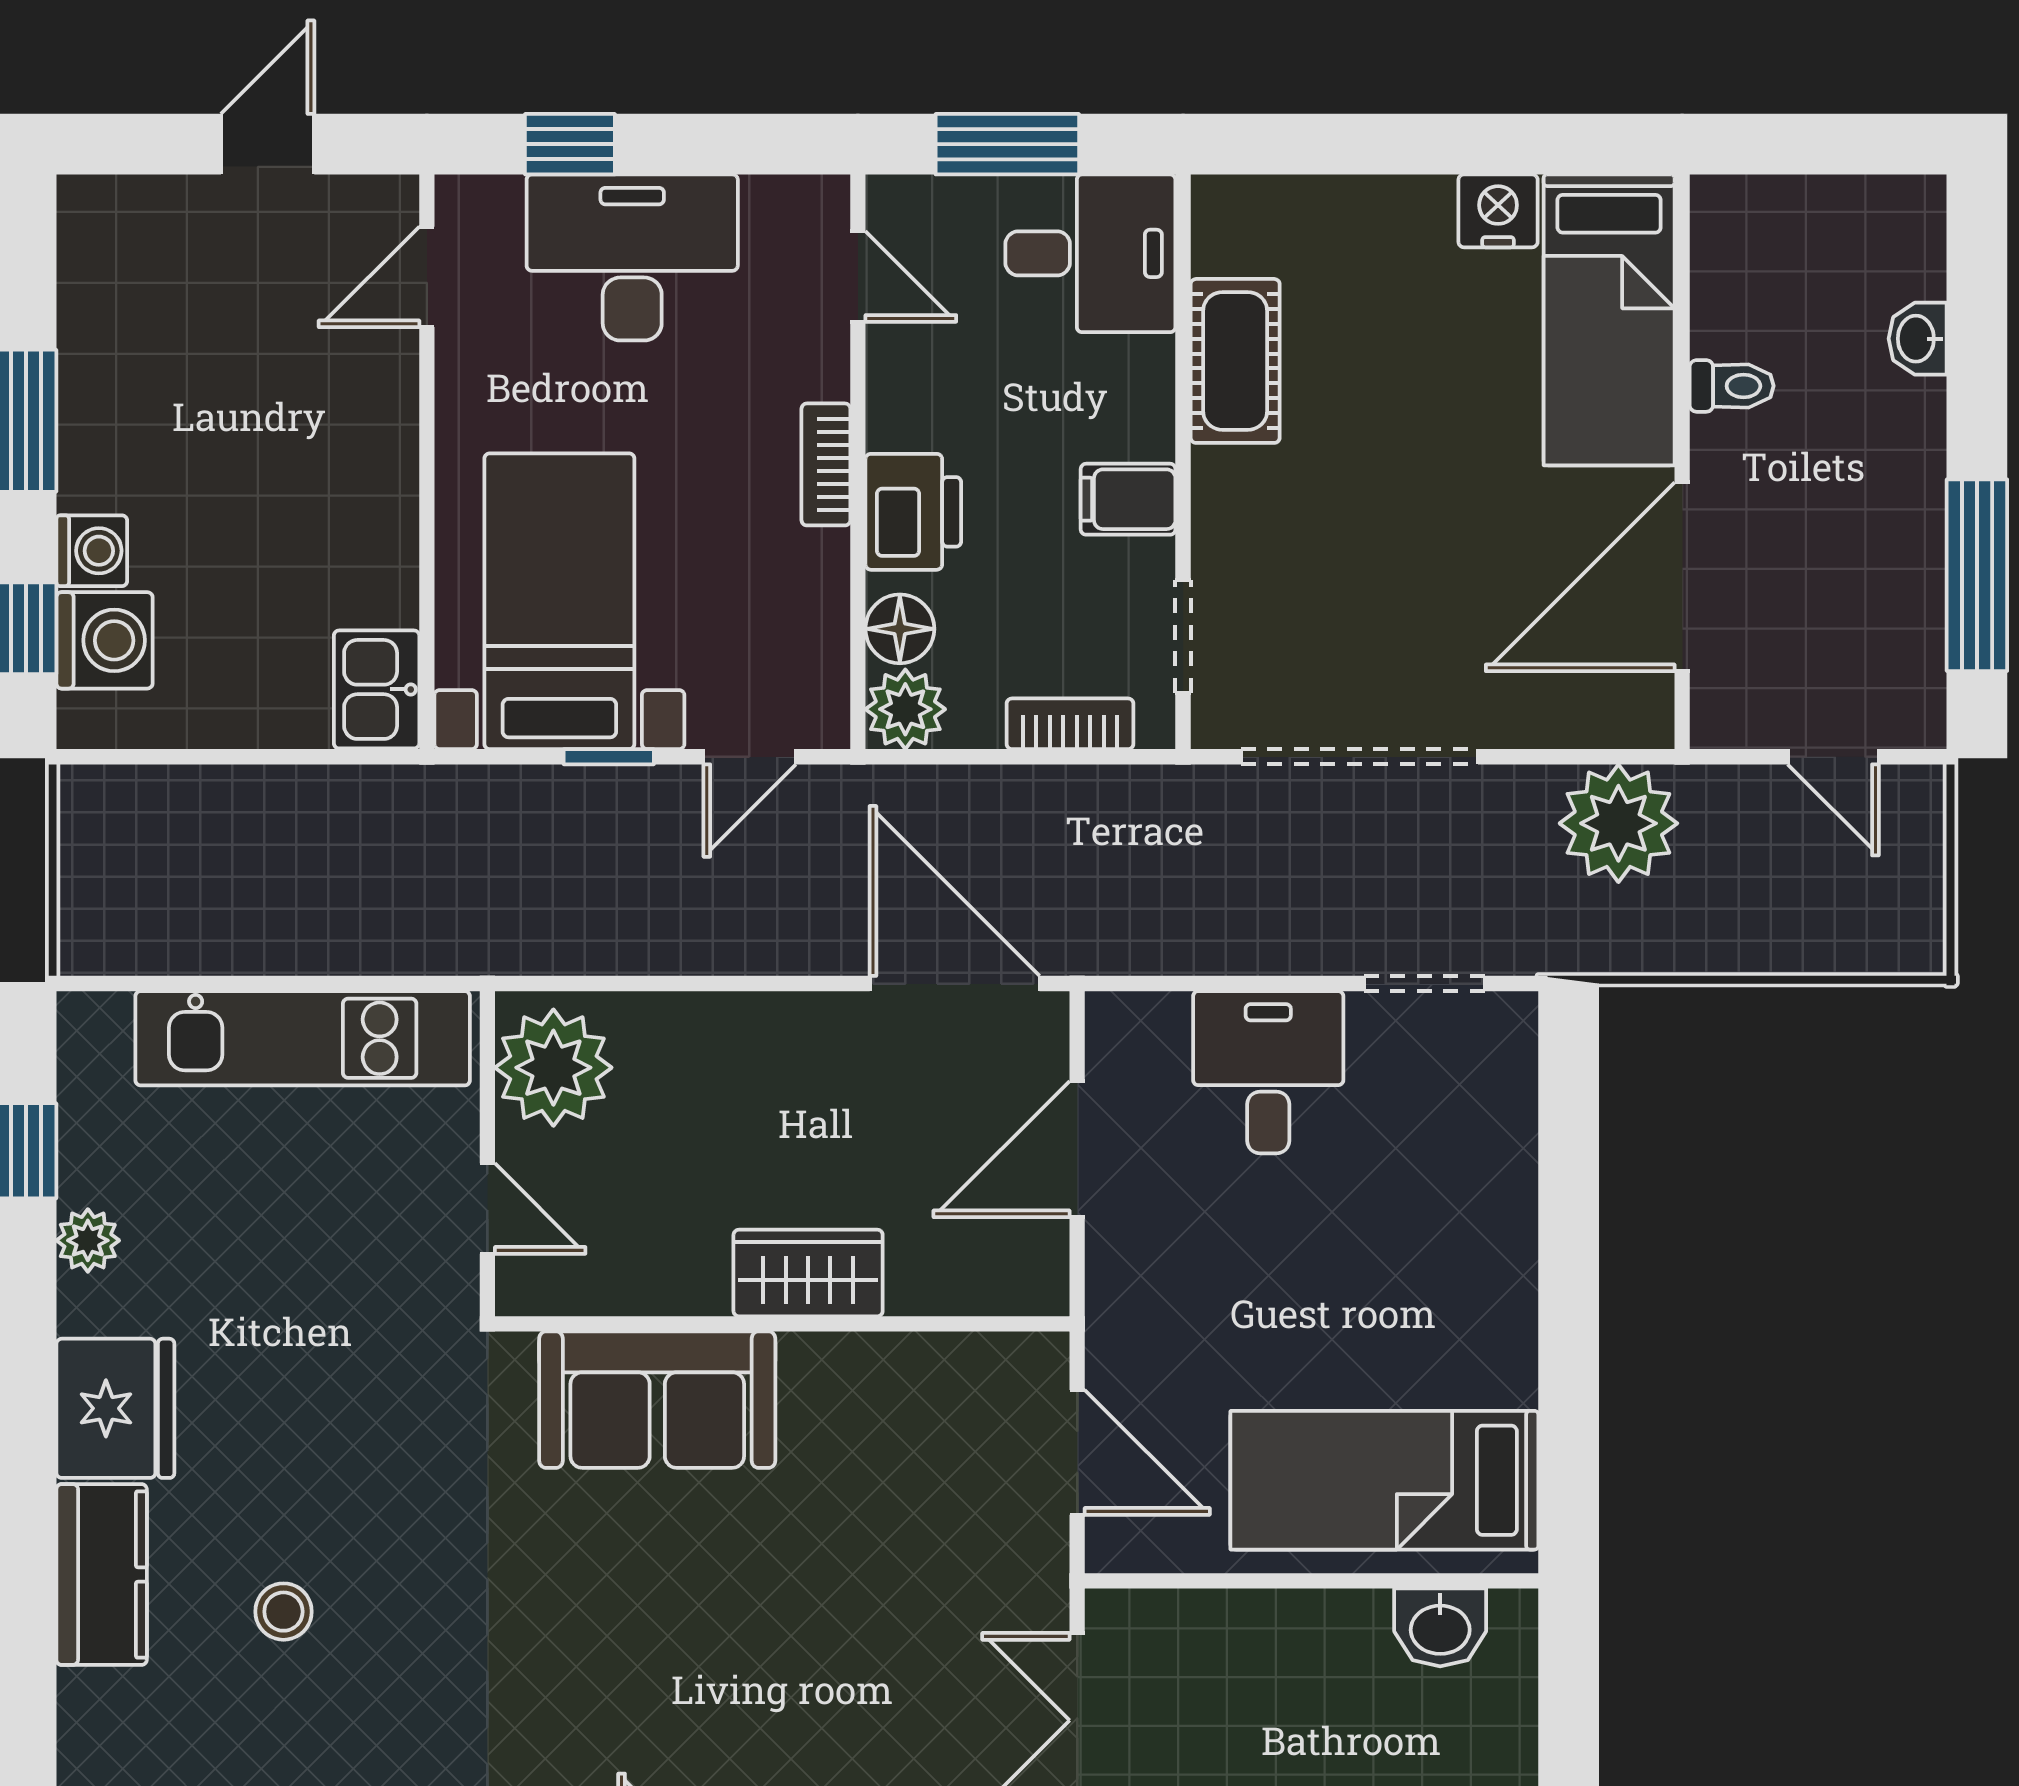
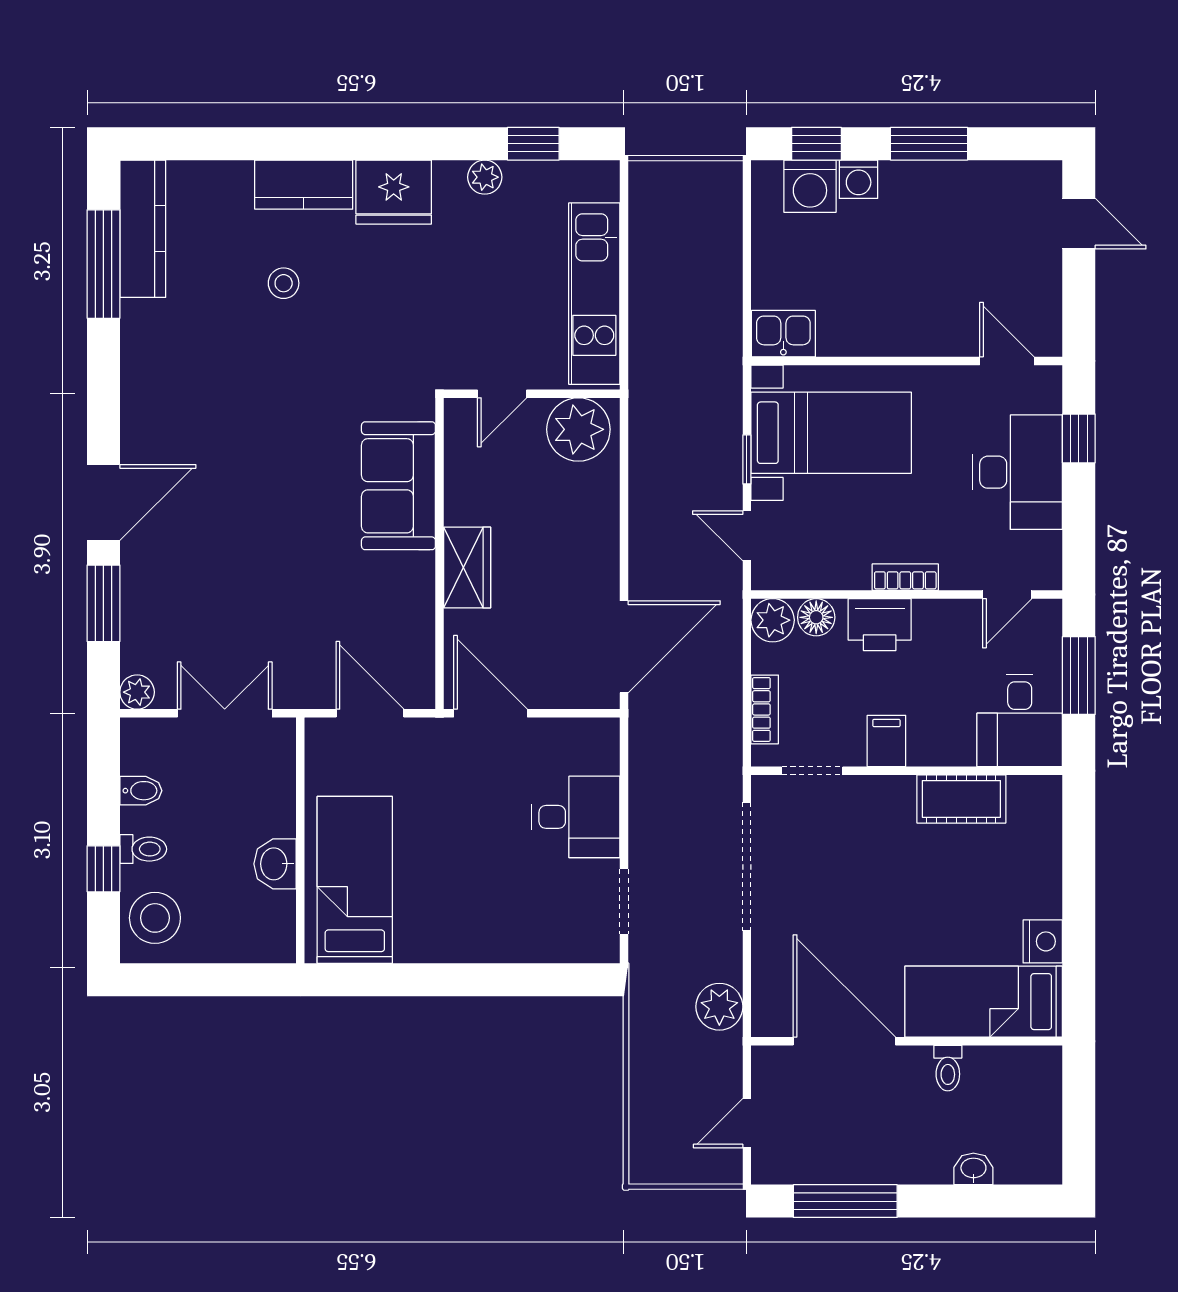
door: (268, 144) -> (1079, 224), moved
plant: (1618, 823) -> (719, 1007), width x0.73, depth x0.73
door: (1077, 1149) -> (491, 713), moved
door: (1077, 1452) -> (370, 713), swing flipped
washbasin: (1440, 1627) -> (275, 864), moved

